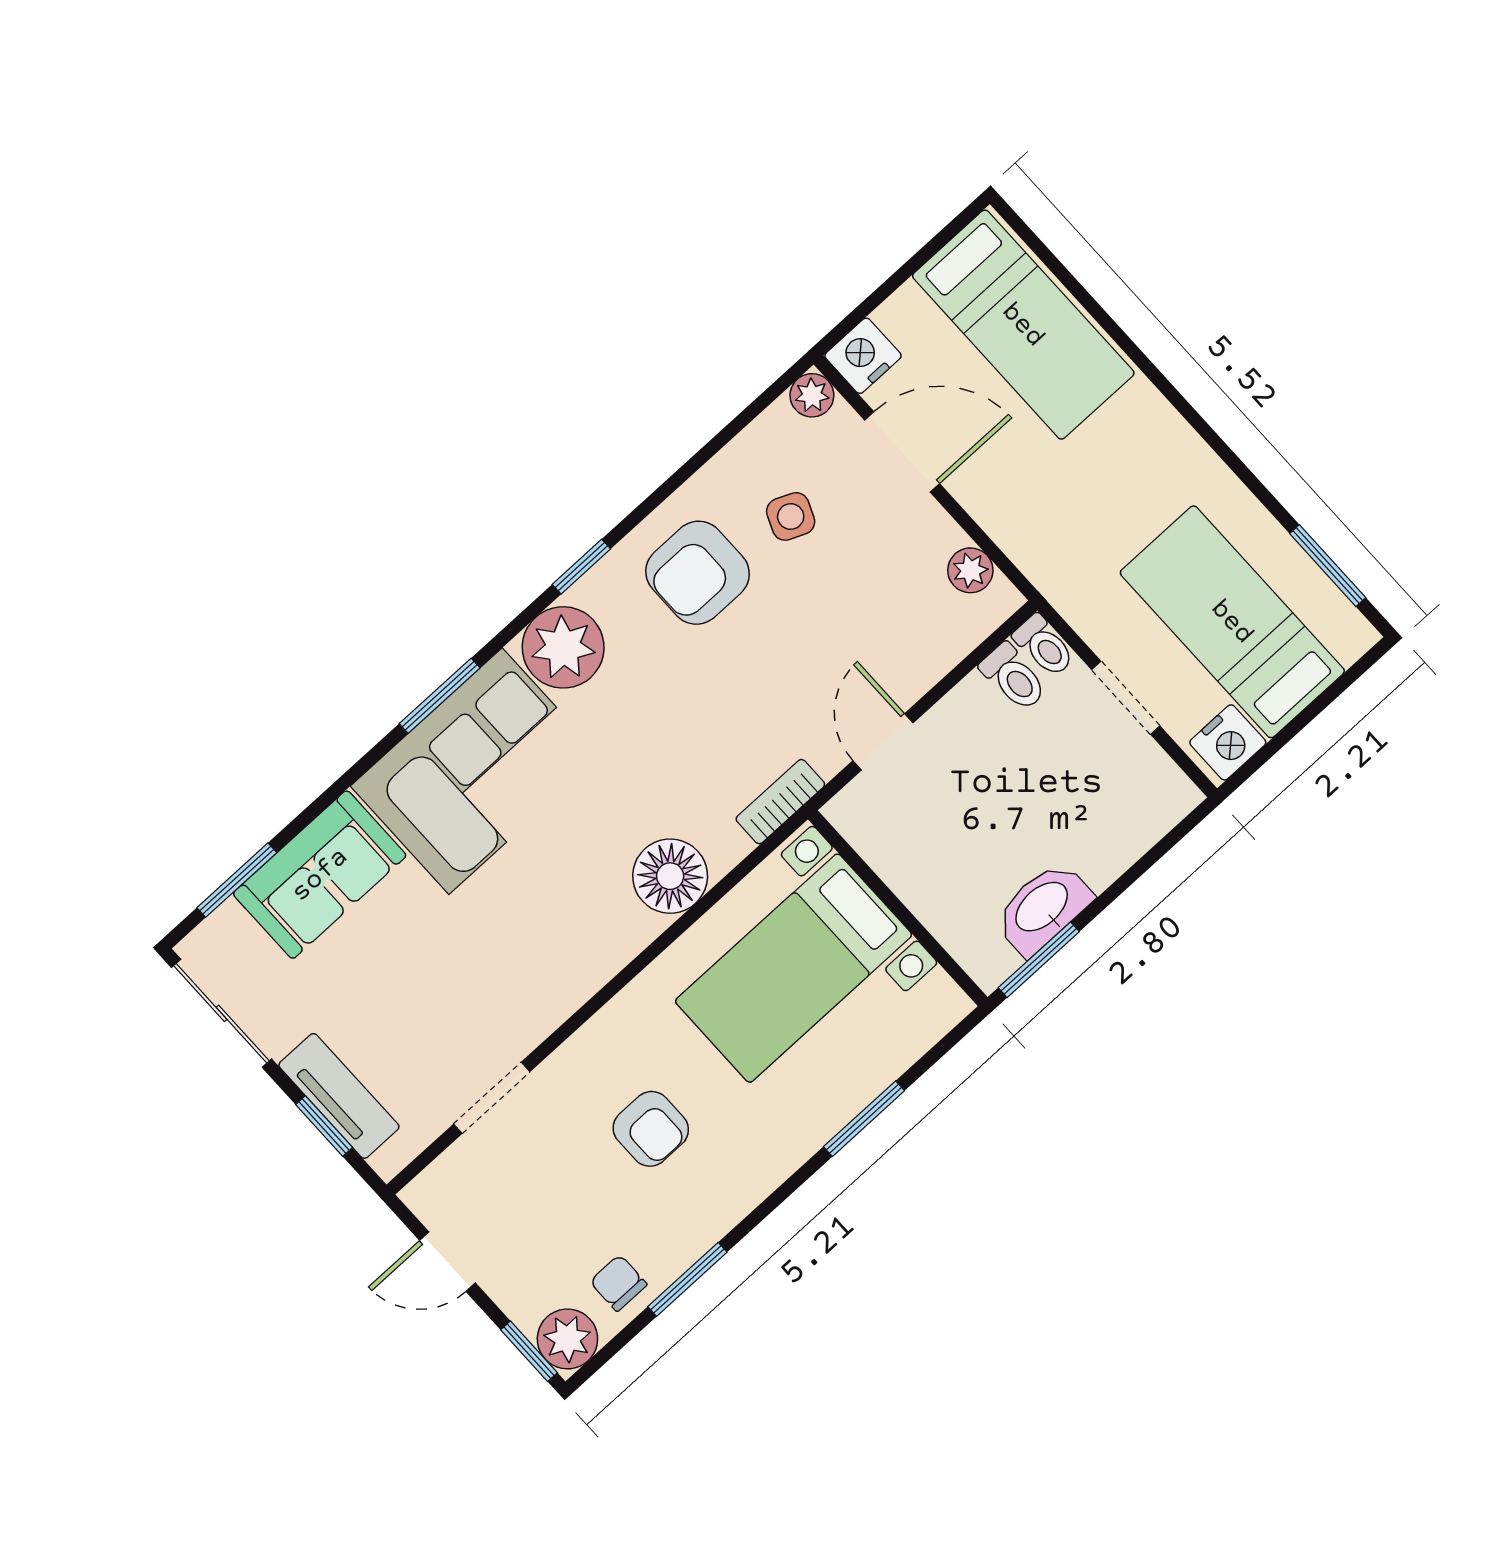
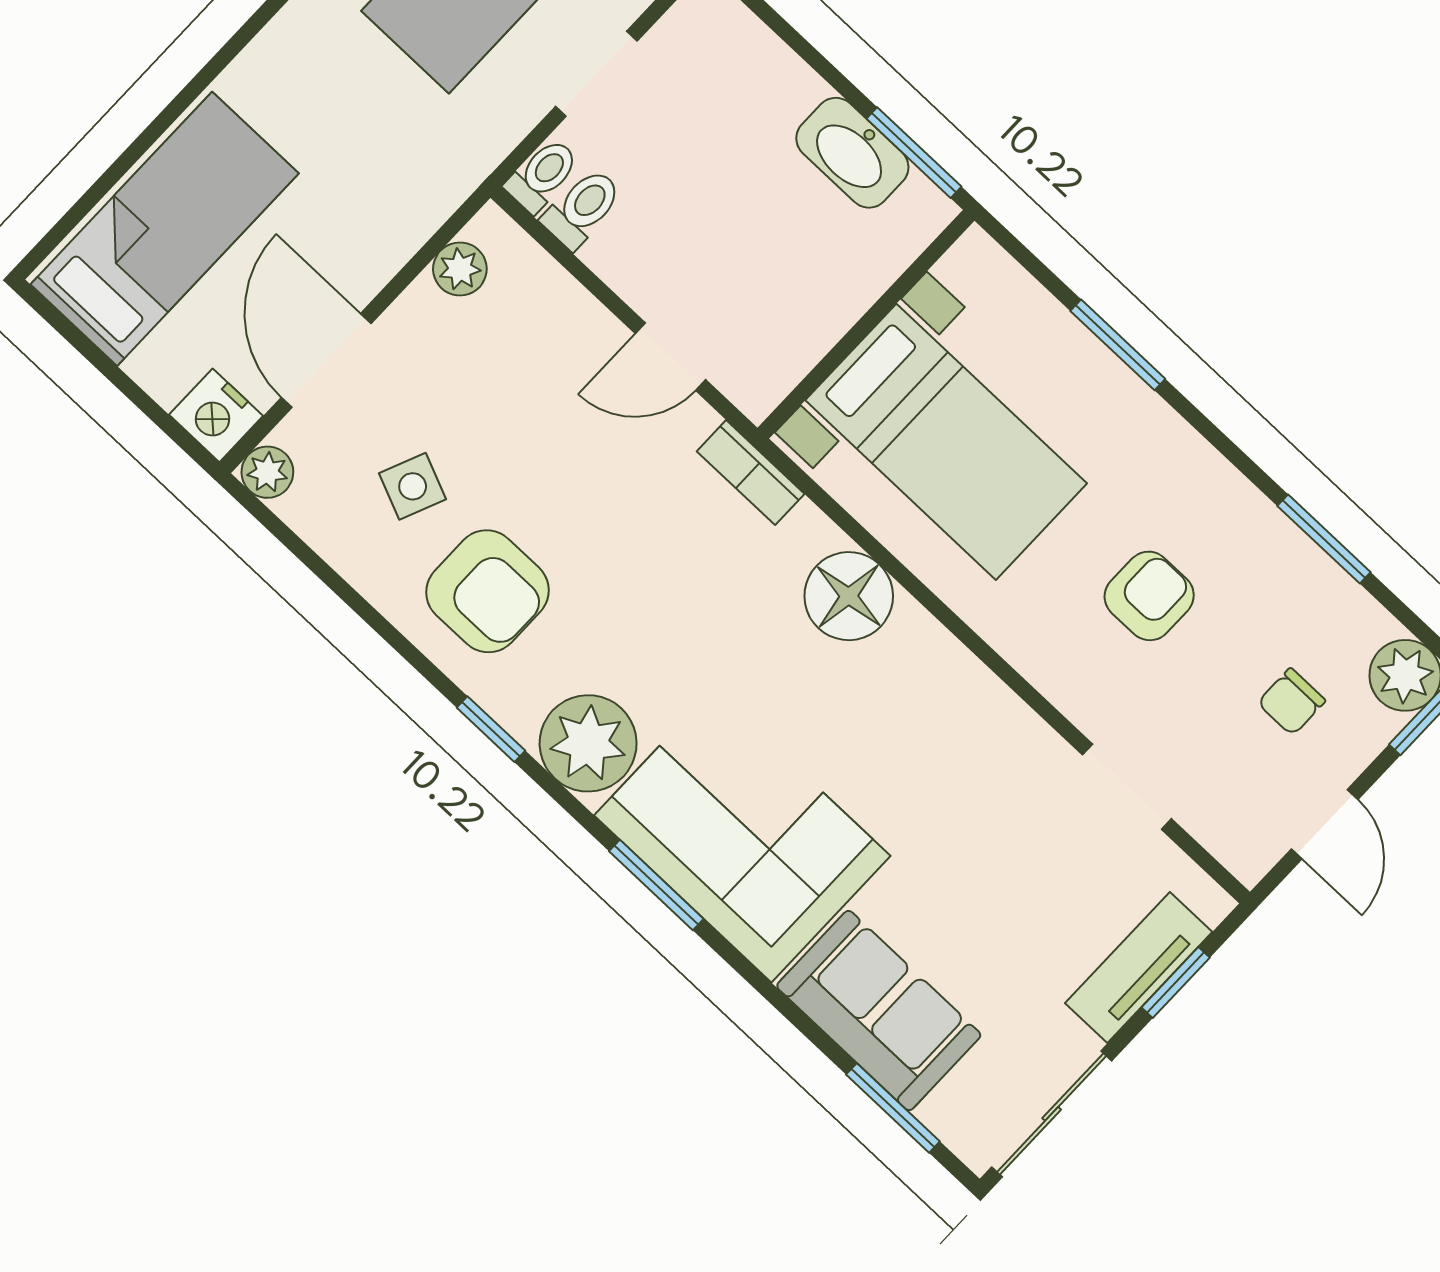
chair: (618, 1283) -> (1291, 702), moved

